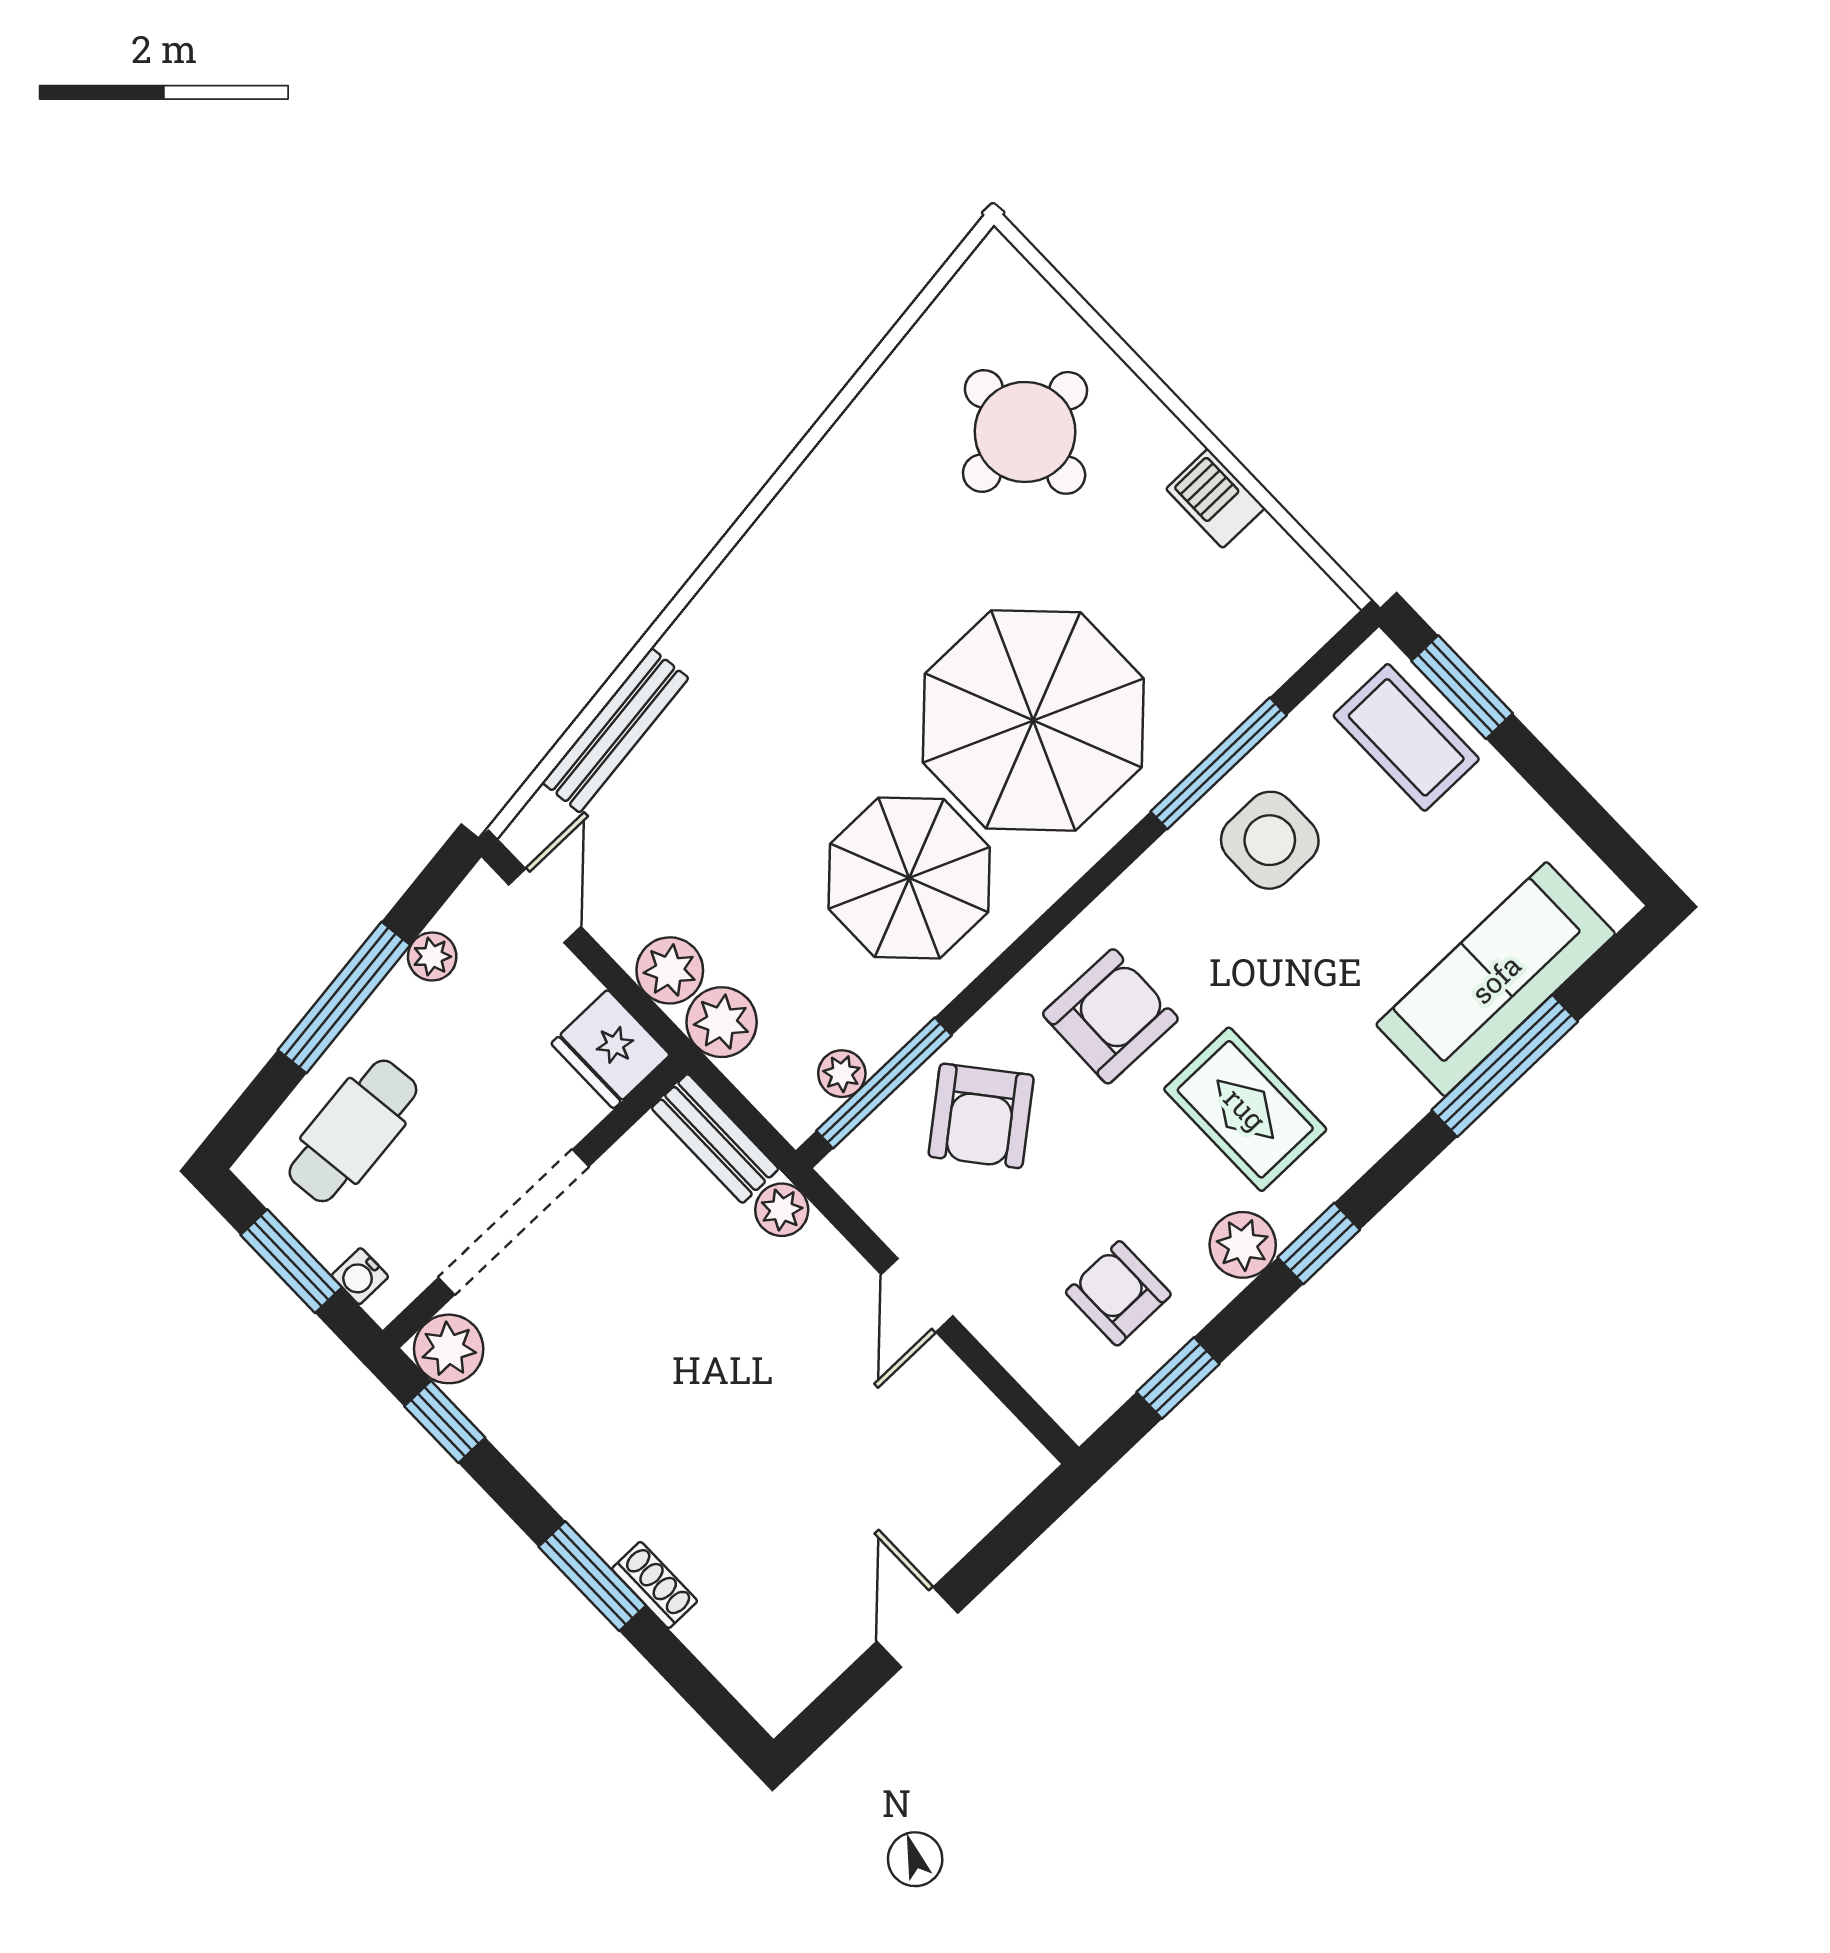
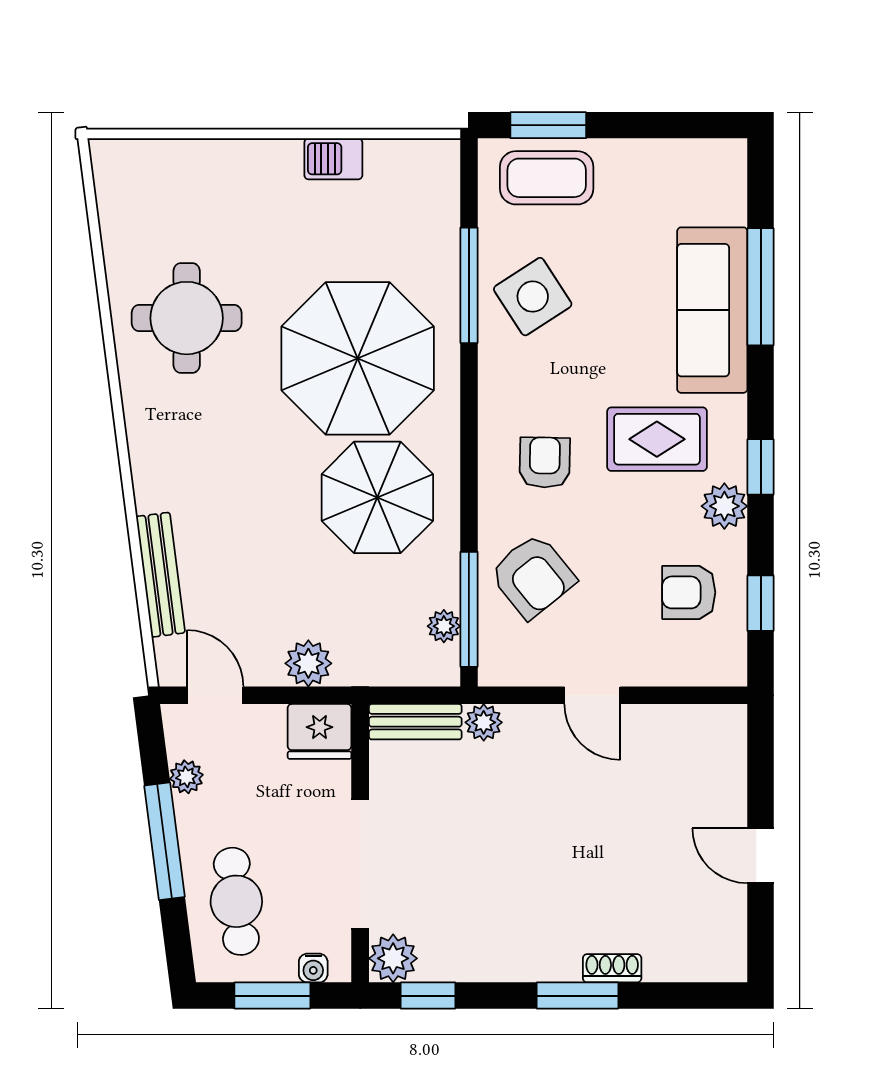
round table: (1025, 432) -> (187, 318), moved
side table: (1270, 840) -> (533, 297), turned -33
sofa: (1496, 979) -> (712, 310), moved
armchair: (1110, 1016) -> (545, 462), width x0.72, depth x0.72
plant: (722, 1022) -> (360, 662), removed

